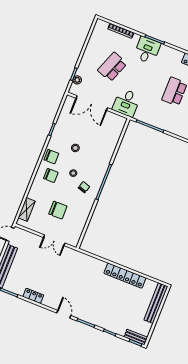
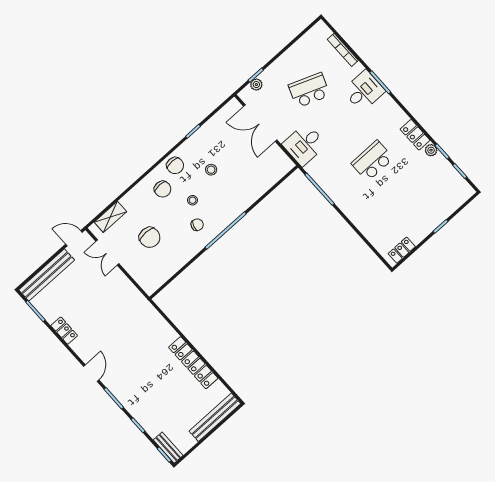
double door: (54, 240) -> (107, 253), moved

